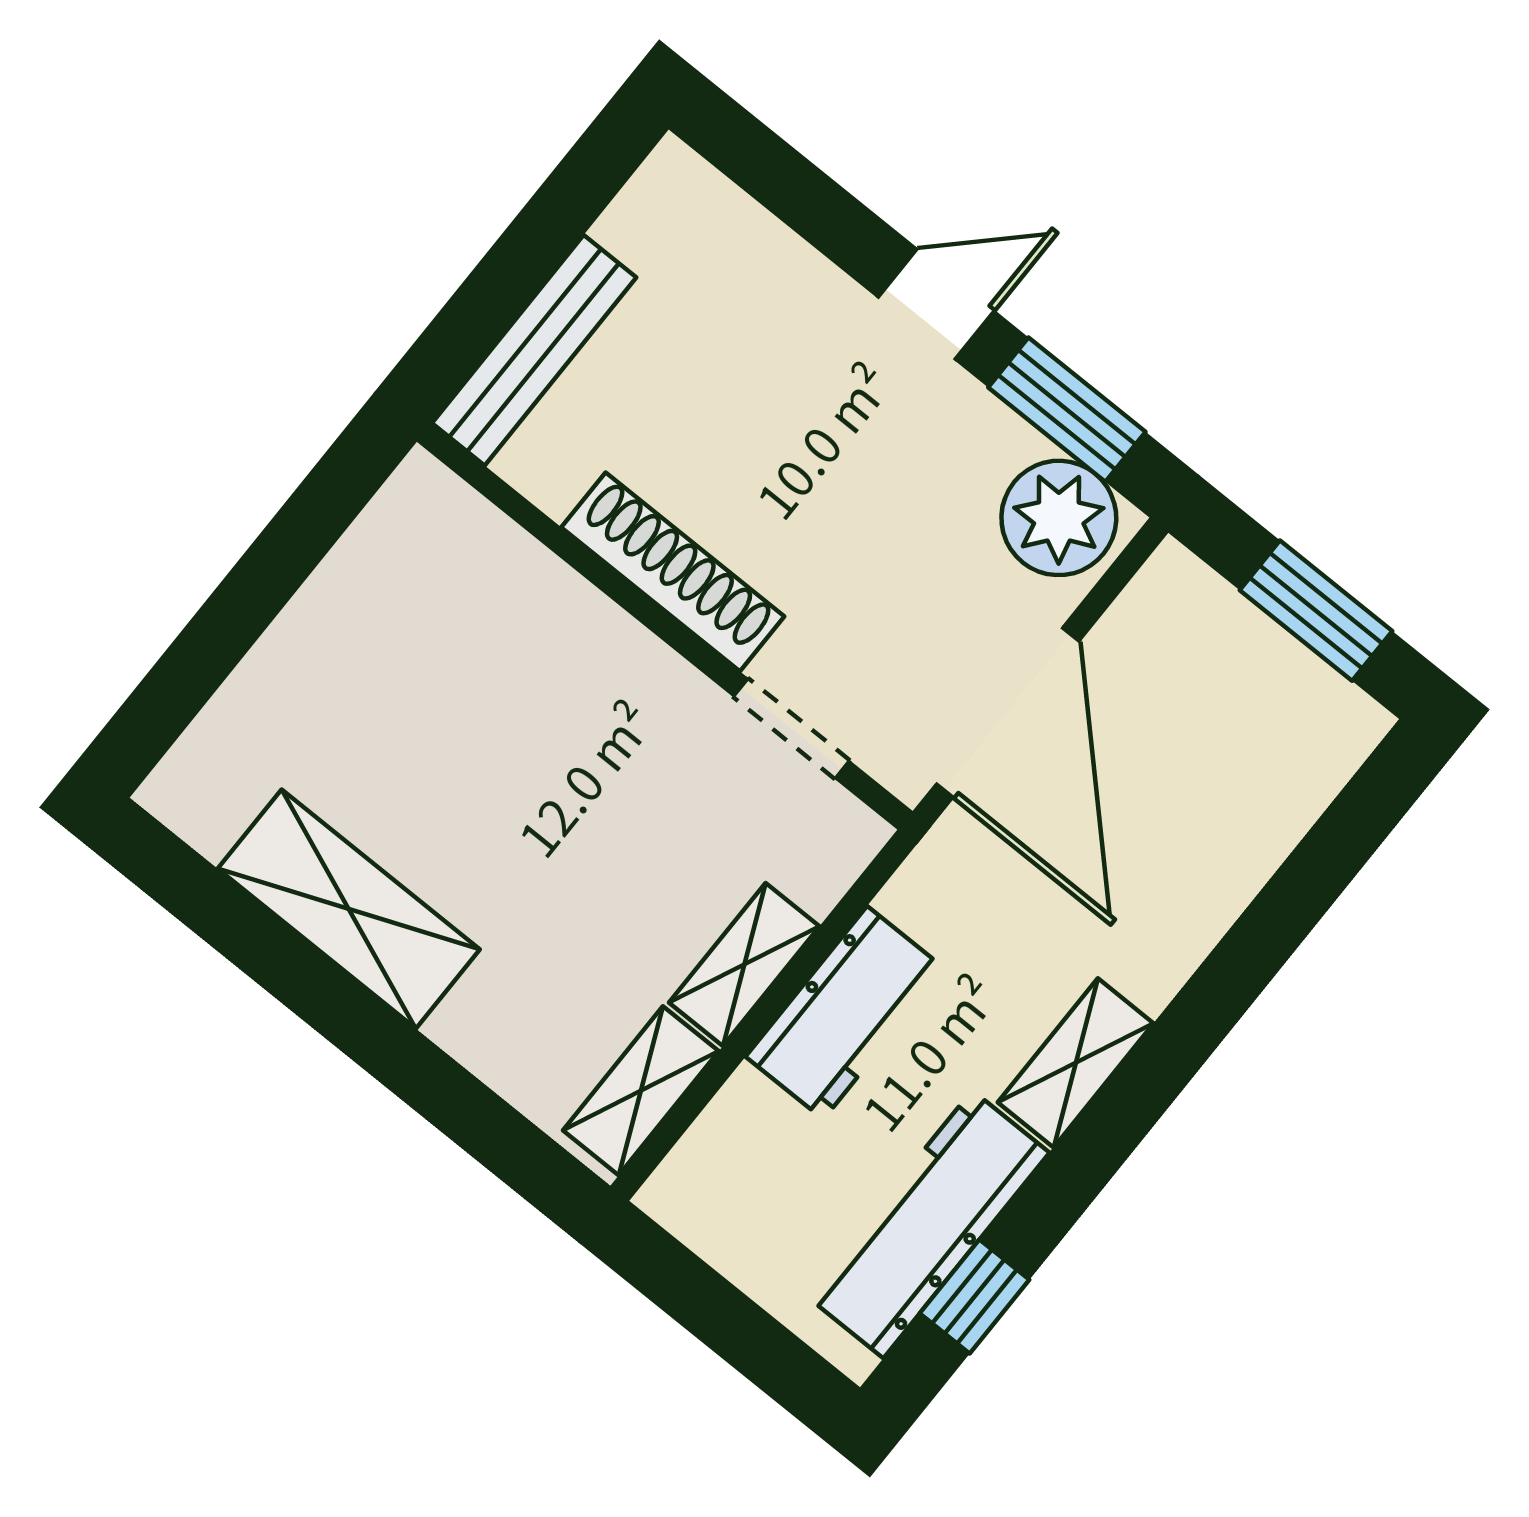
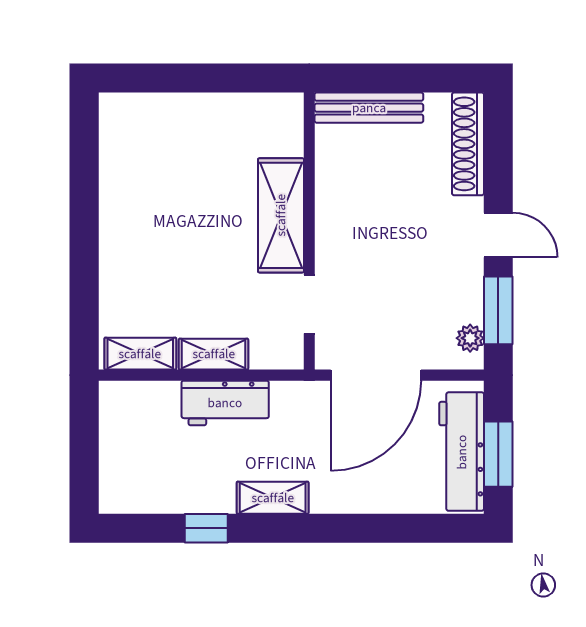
plant: (1059, 518) -> (470, 338), width x0.53, depth x0.53
shoe rack: (673, 572) -> (468, 144), moved, turned 180
shelving: (349, 909) -> (281, 215), moved
workbench: (928, 1224) -> (462, 452), moved, turned -90
window: (974, 1297) -> (206, 528), moved

